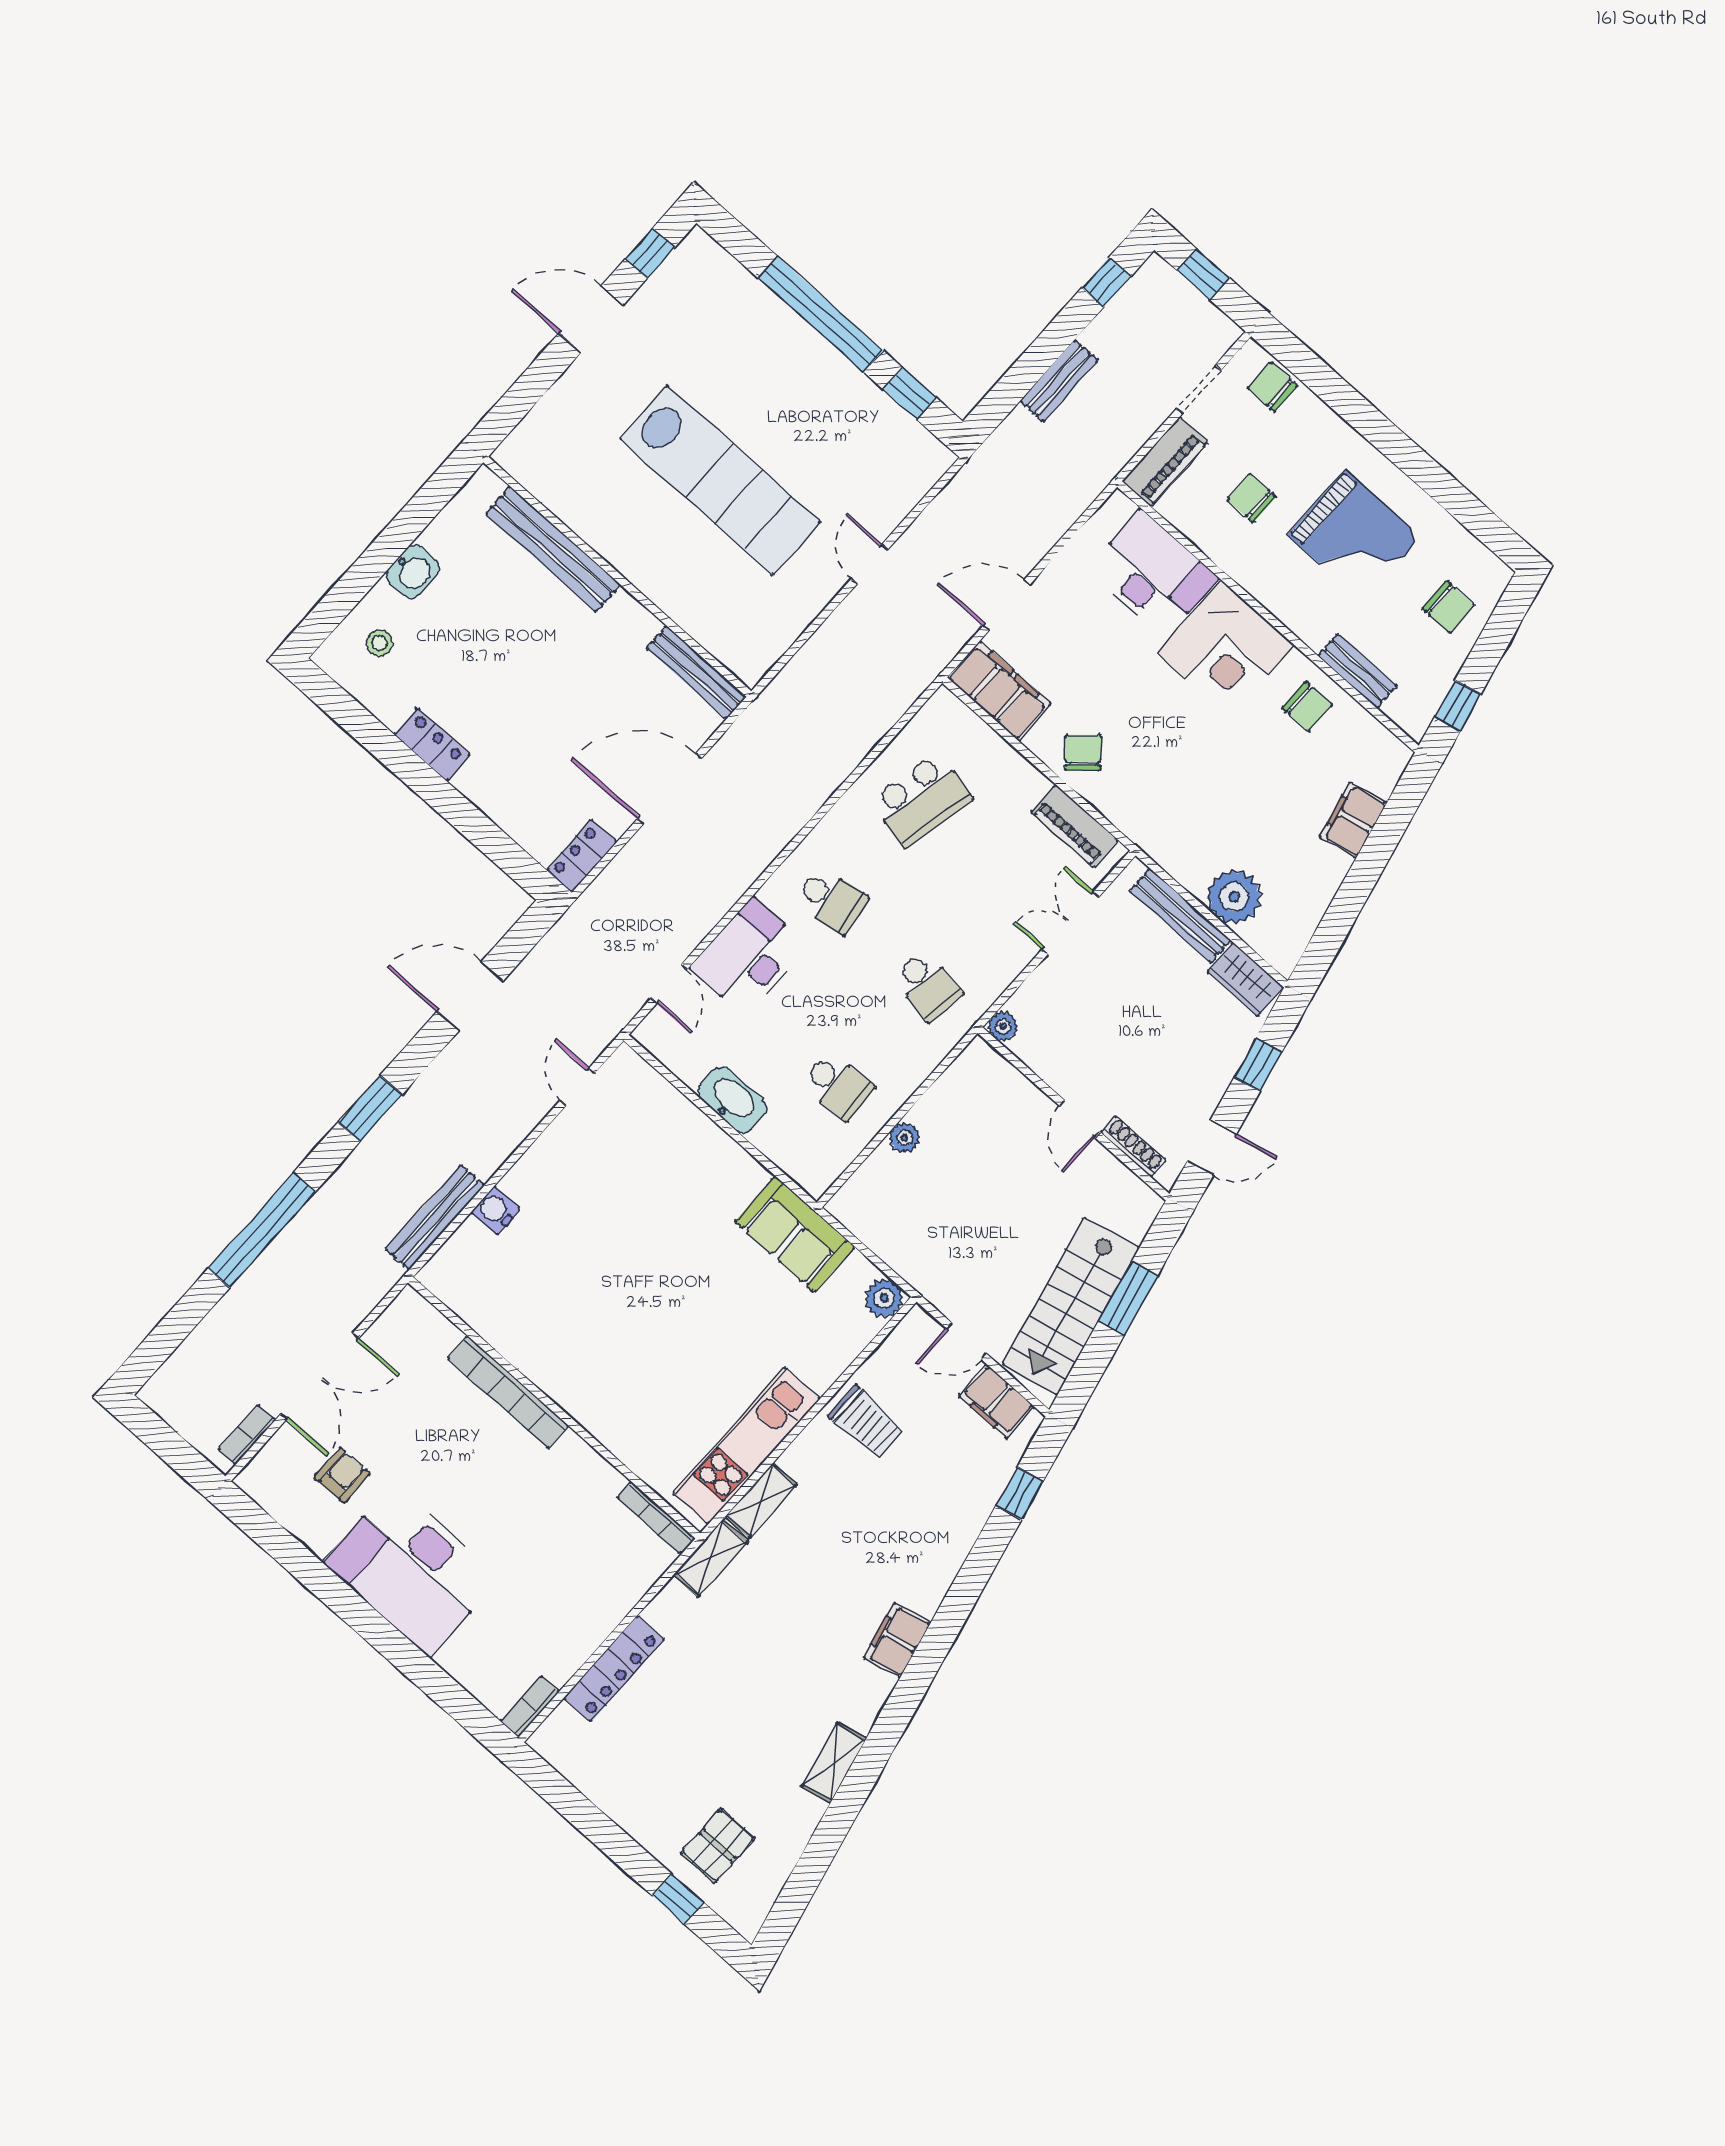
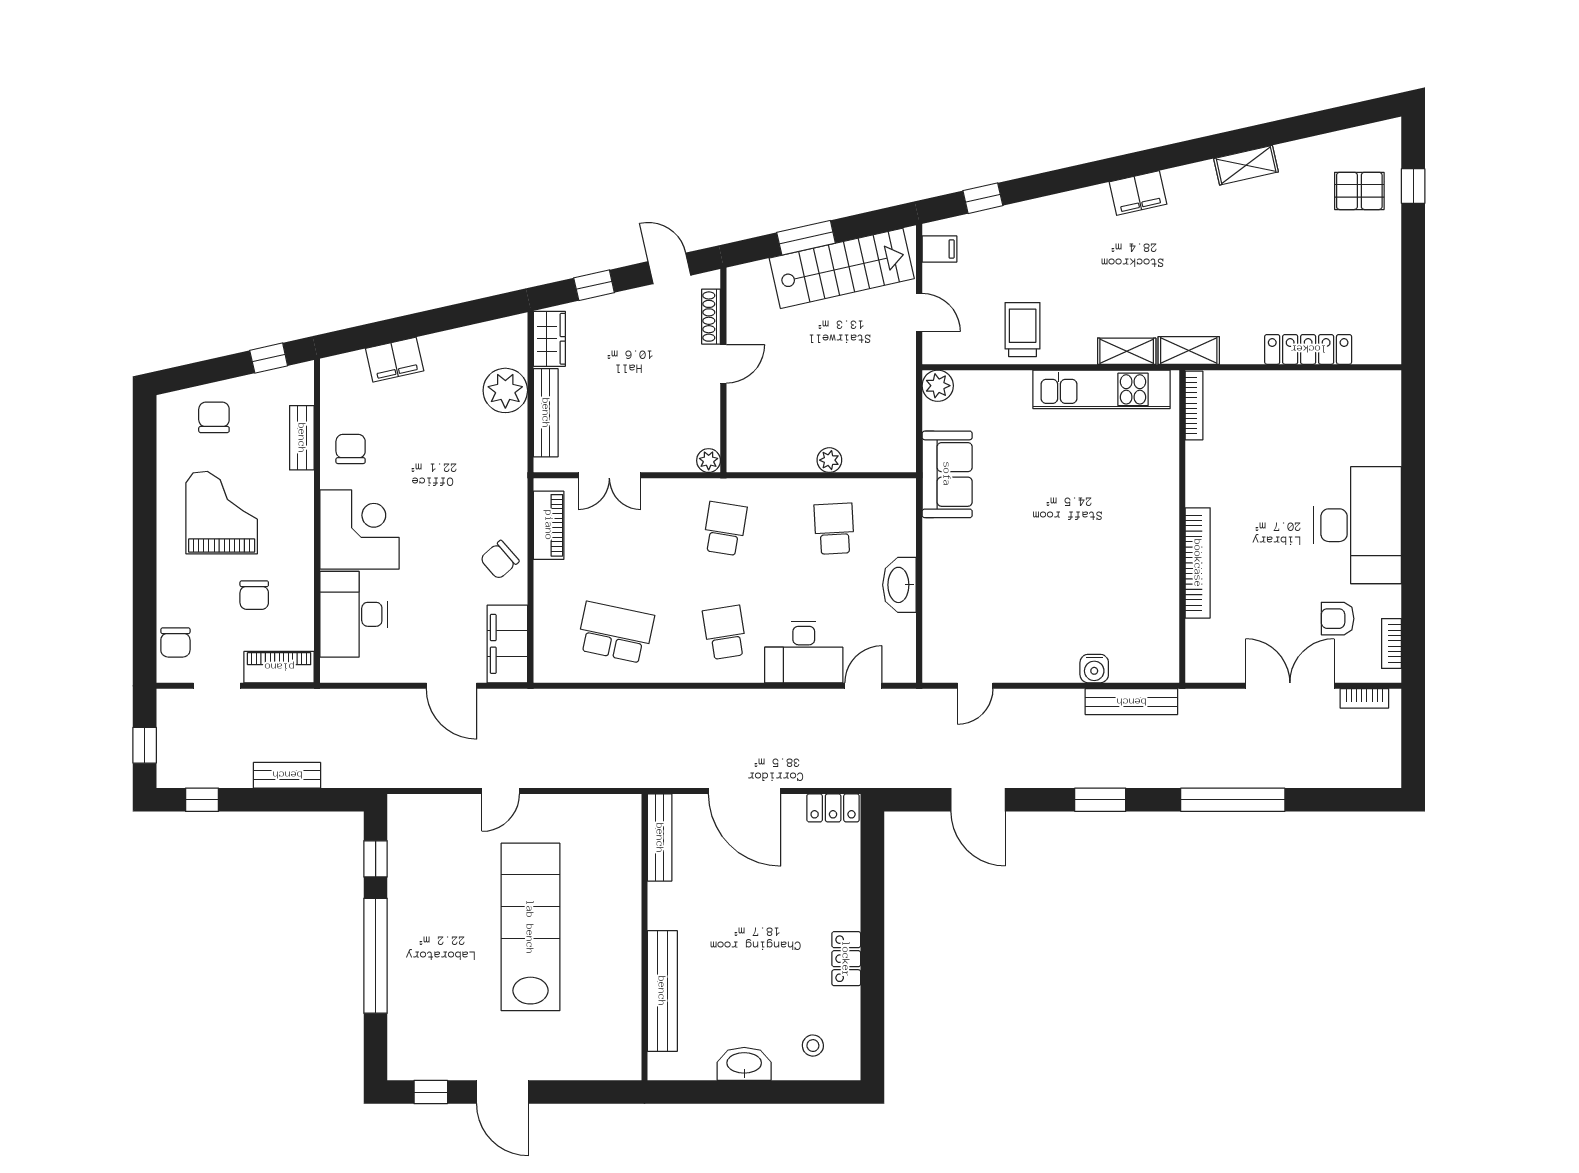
washbasin: (413, 571) -> (744, 1064), width x1.38
filing cabinet: (996, 1401) -> (939, 249), width x0.50
bookcase: (530, 1706) -> (1391, 643), moved, turned 90

